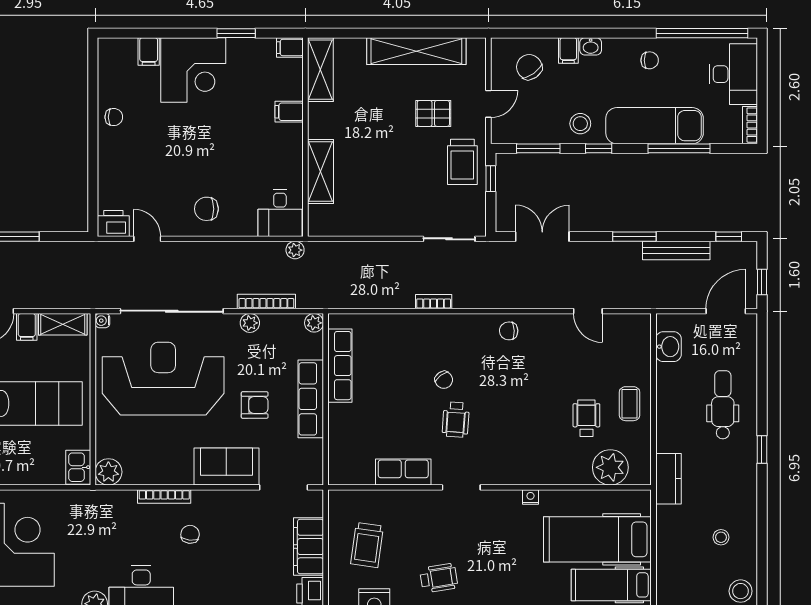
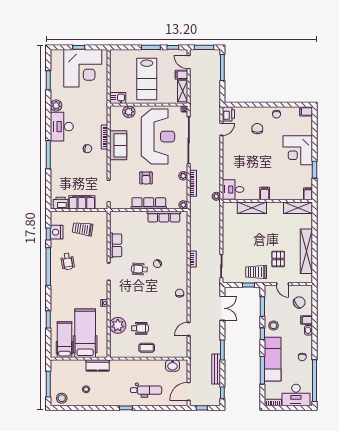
filing cabinet: (149, 52) -> (306, 111), moved
filing cabinet: (289, 112) -> (265, 194), moved
chair: (206, 209) -> (257, 129), moved
door: (726, 311) -> (189, 391), swing flipped
sofa: (226, 467) -> (118, 145), moved
plant: (610, 467) -> (118, 325), moved
plant: (108, 472) -> (129, 112), moved
kitchen counter: (668, 479) -> (98, 365), moved

